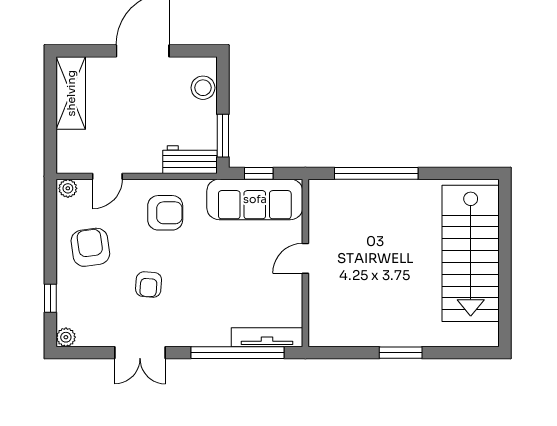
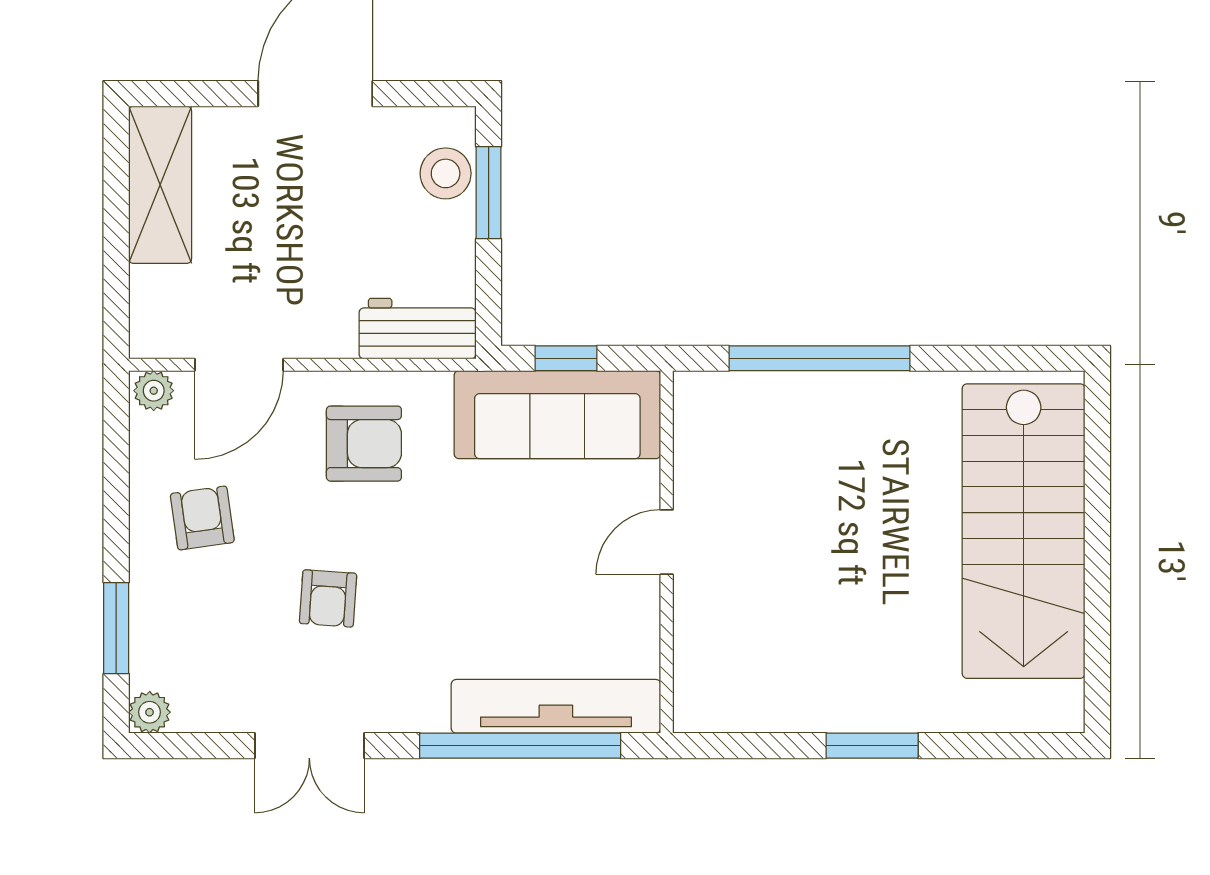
window: (223, 136) -> (489, 193), moved
door: (107, 176) -> (239, 365), width x1.38
armchair: (90, 247) -> (202, 518), width x0.72, depth x0.72
window: (50, 298) -> (116, 628), width x1.50
tv unit: (267, 337) -> (556, 706), width x1.36, depth x1.29

